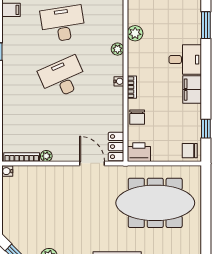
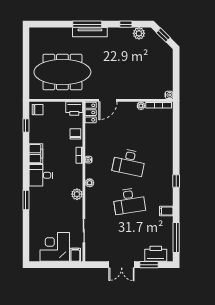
desk: (63, 78) -> (129, 162), turned 36
door: (92, 163) -> (108, 100), hinge flipped

